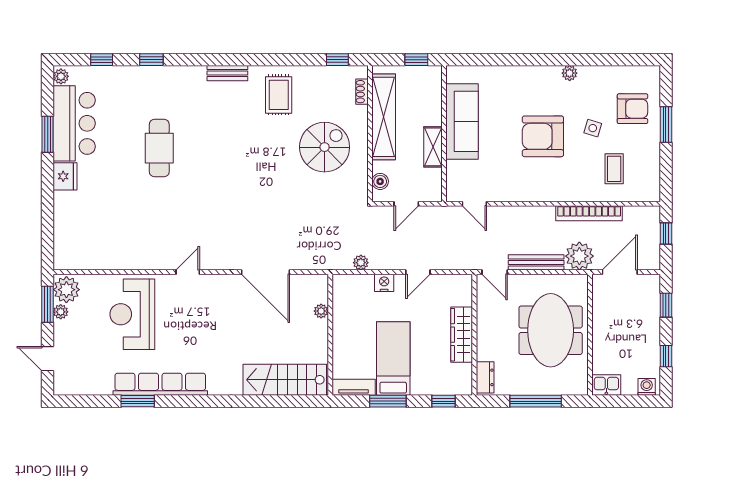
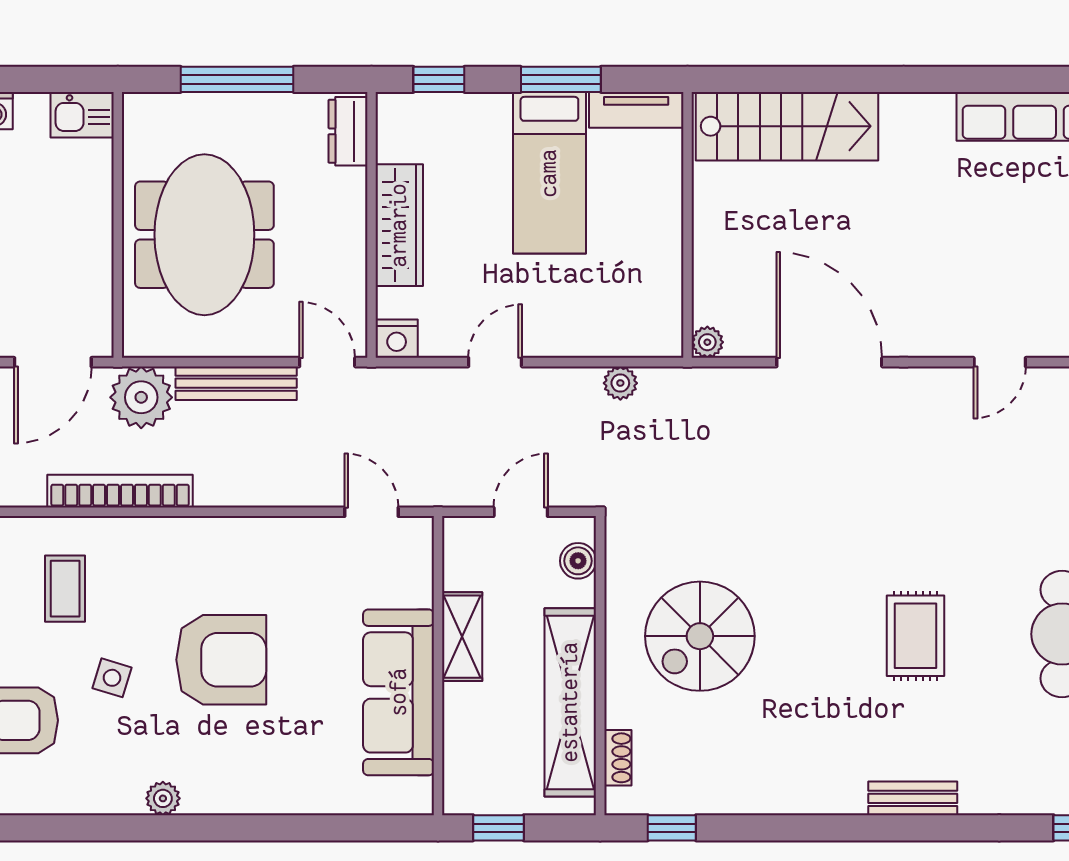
rug: (279, 95) -> (916, 636), moved
nightstand: (384, 283) -> (397, 339), moved
plant: (321, 311) -> (707, 342), moved

